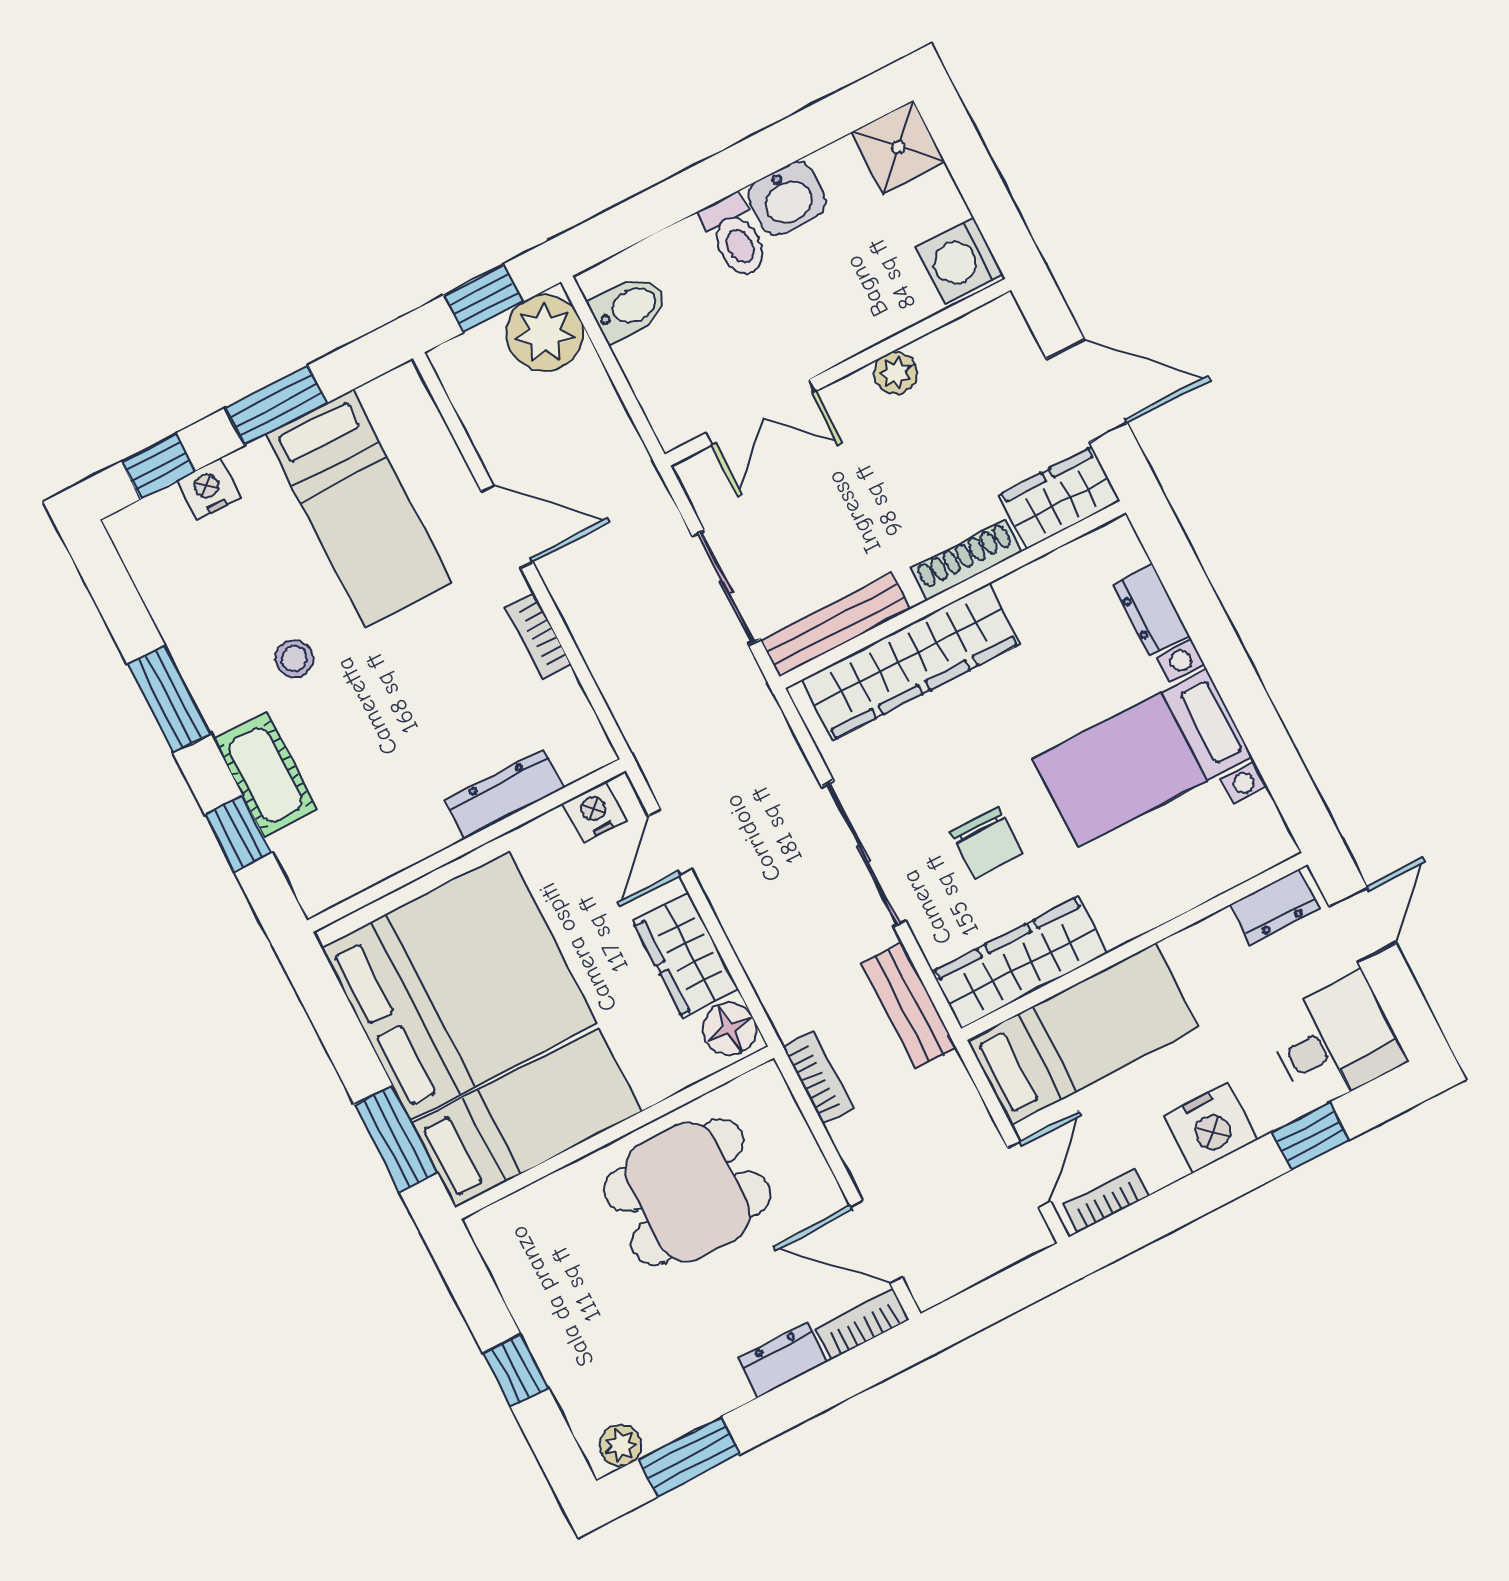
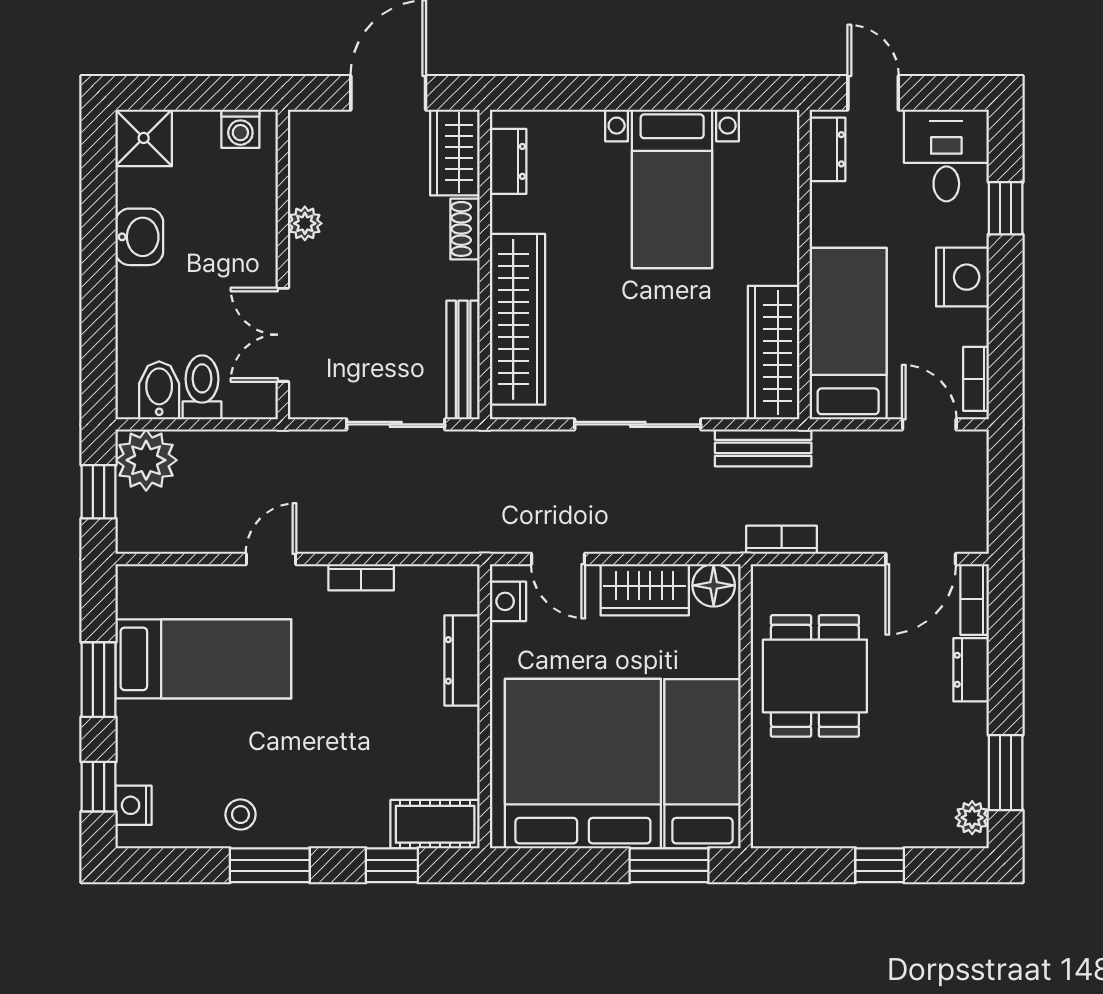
toilet: (735, 236) -> (202, 387), moved, turned -90
washing machine: (959, 260) -> (240, 129), width x0.73, depth x0.73
double door: (761, 412) -> (283, 335), swing flipped
nightstand: (208, 489) -> (133, 805), moved
door: (507, 527) -> (271, 559), width x0.73
shoe rack: (966, 560) -> (465, 229), width x0.70
dresser: (1151, 610) -> (508, 161), moved, turned -90
stool: (294, 659) -> (241, 815), moved
cot: (265, 775) -> (435, 824), moved
chair: (986, 843) -> (675, 333), removed

